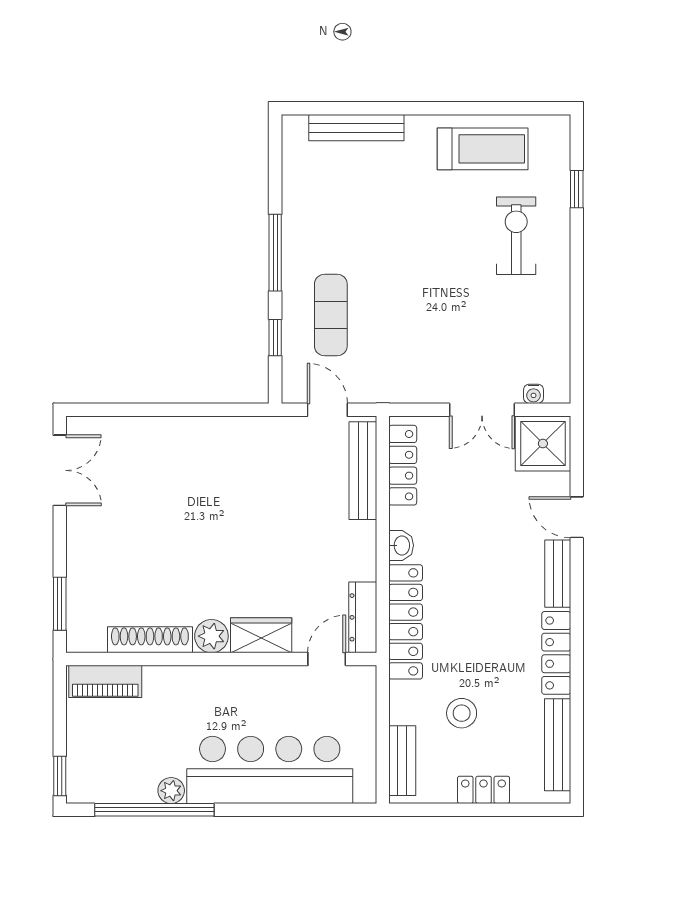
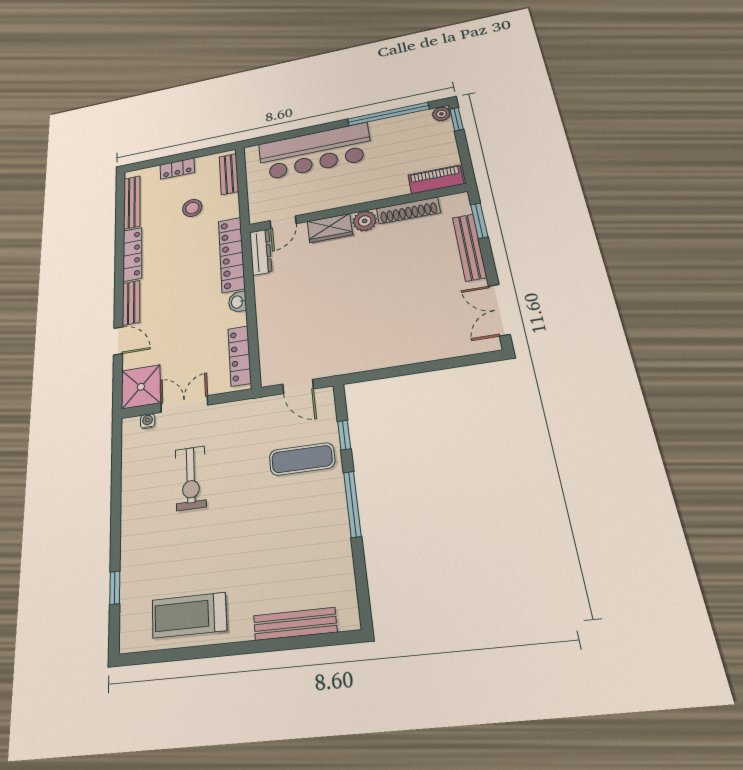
exercise bike: (516, 236) -> (191, 478), moved
exercise mat: (331, 315) -> (302, 459), turned 90
bench: (363, 471) -> (469, 247), moved
plant: (171, 791) -> (441, 114), moved

